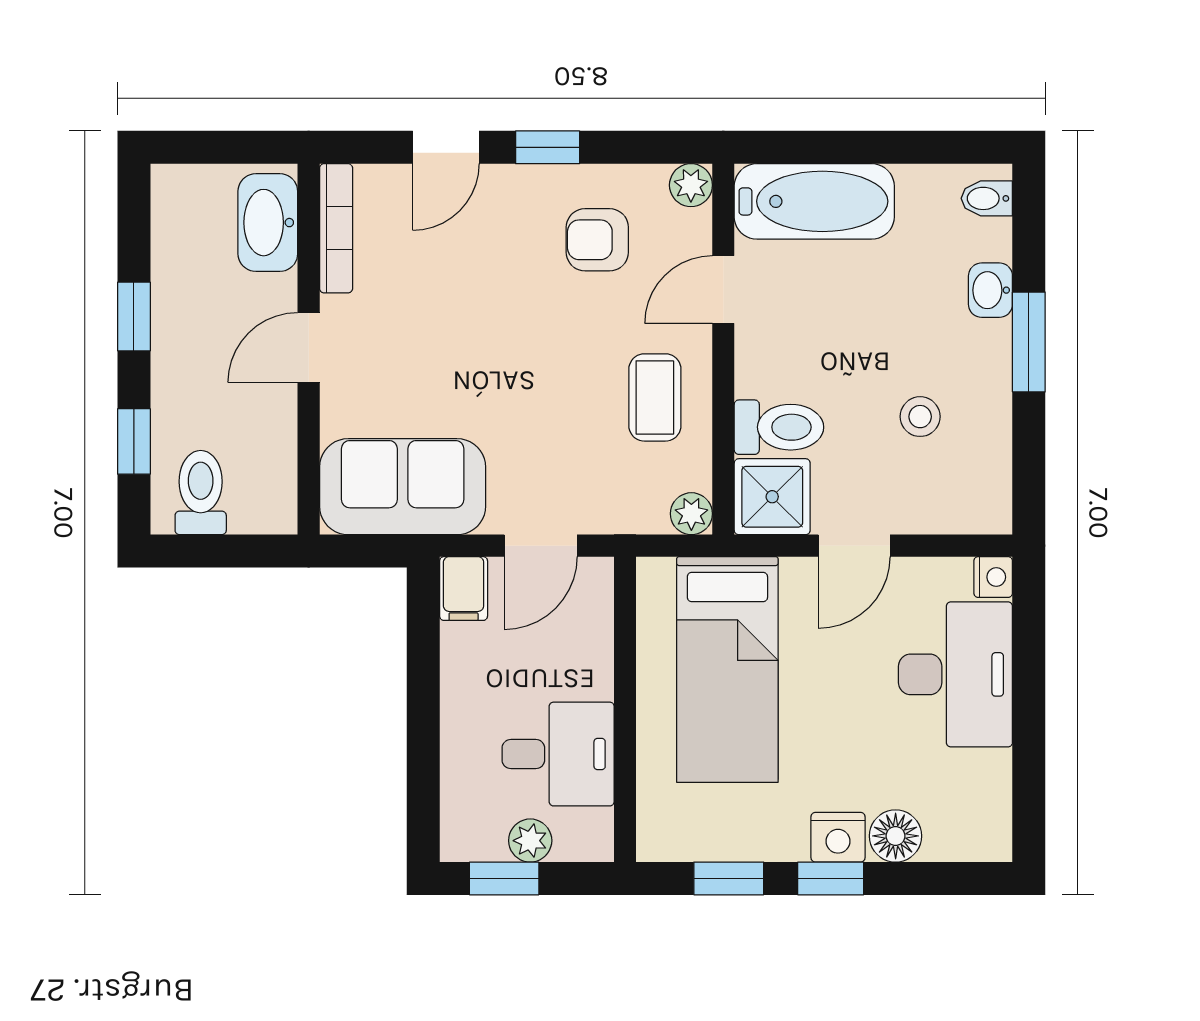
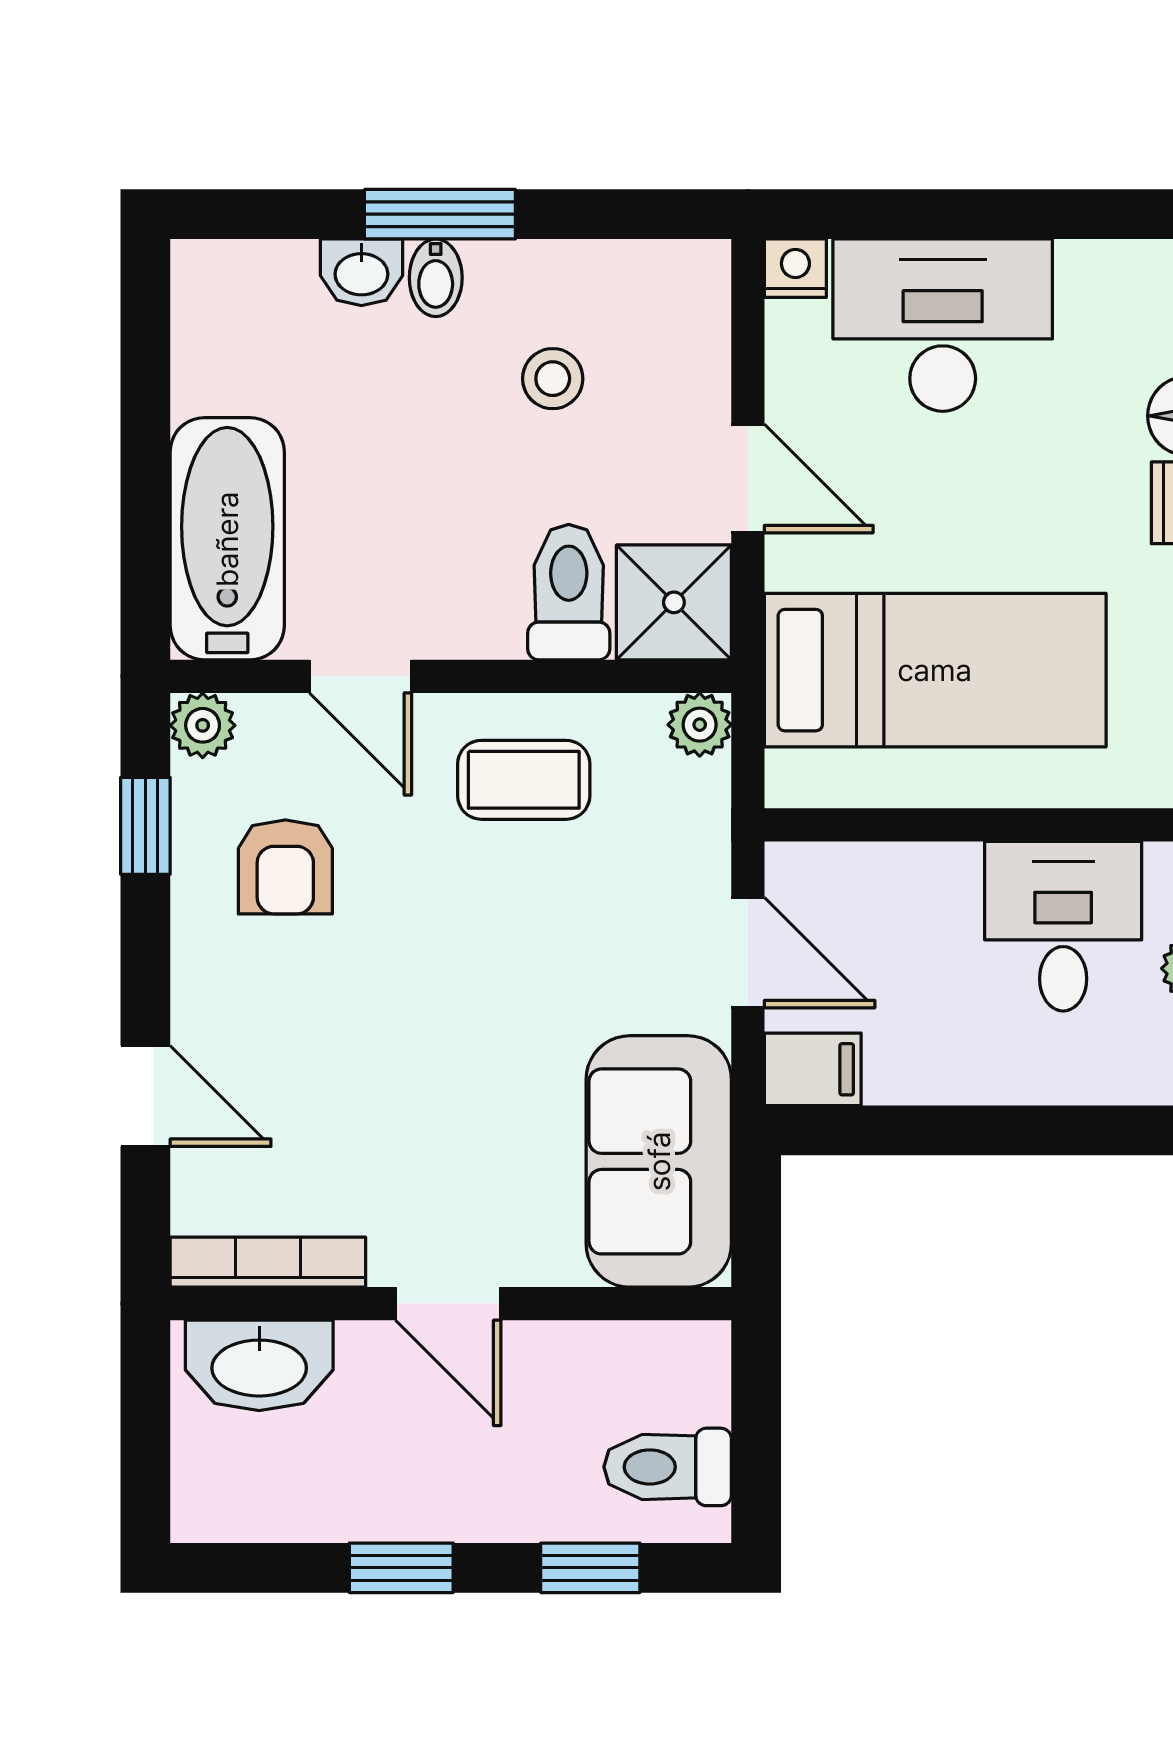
window: (548, 147) -> (145, 826), moved
bidet: (987, 198) -> (436, 278), moved

